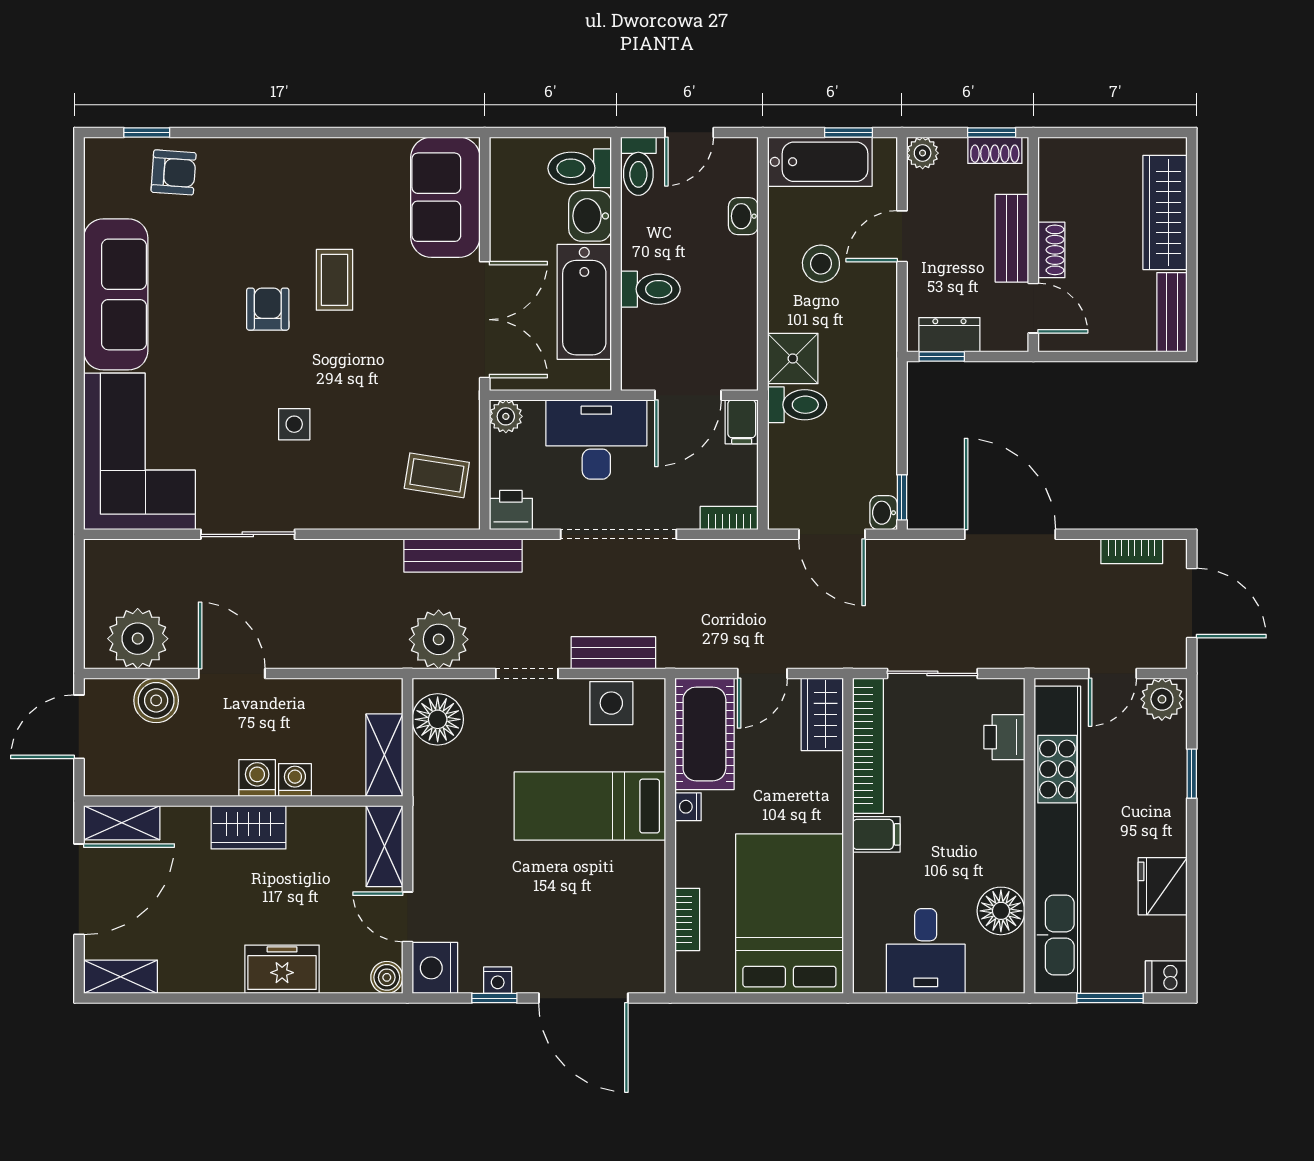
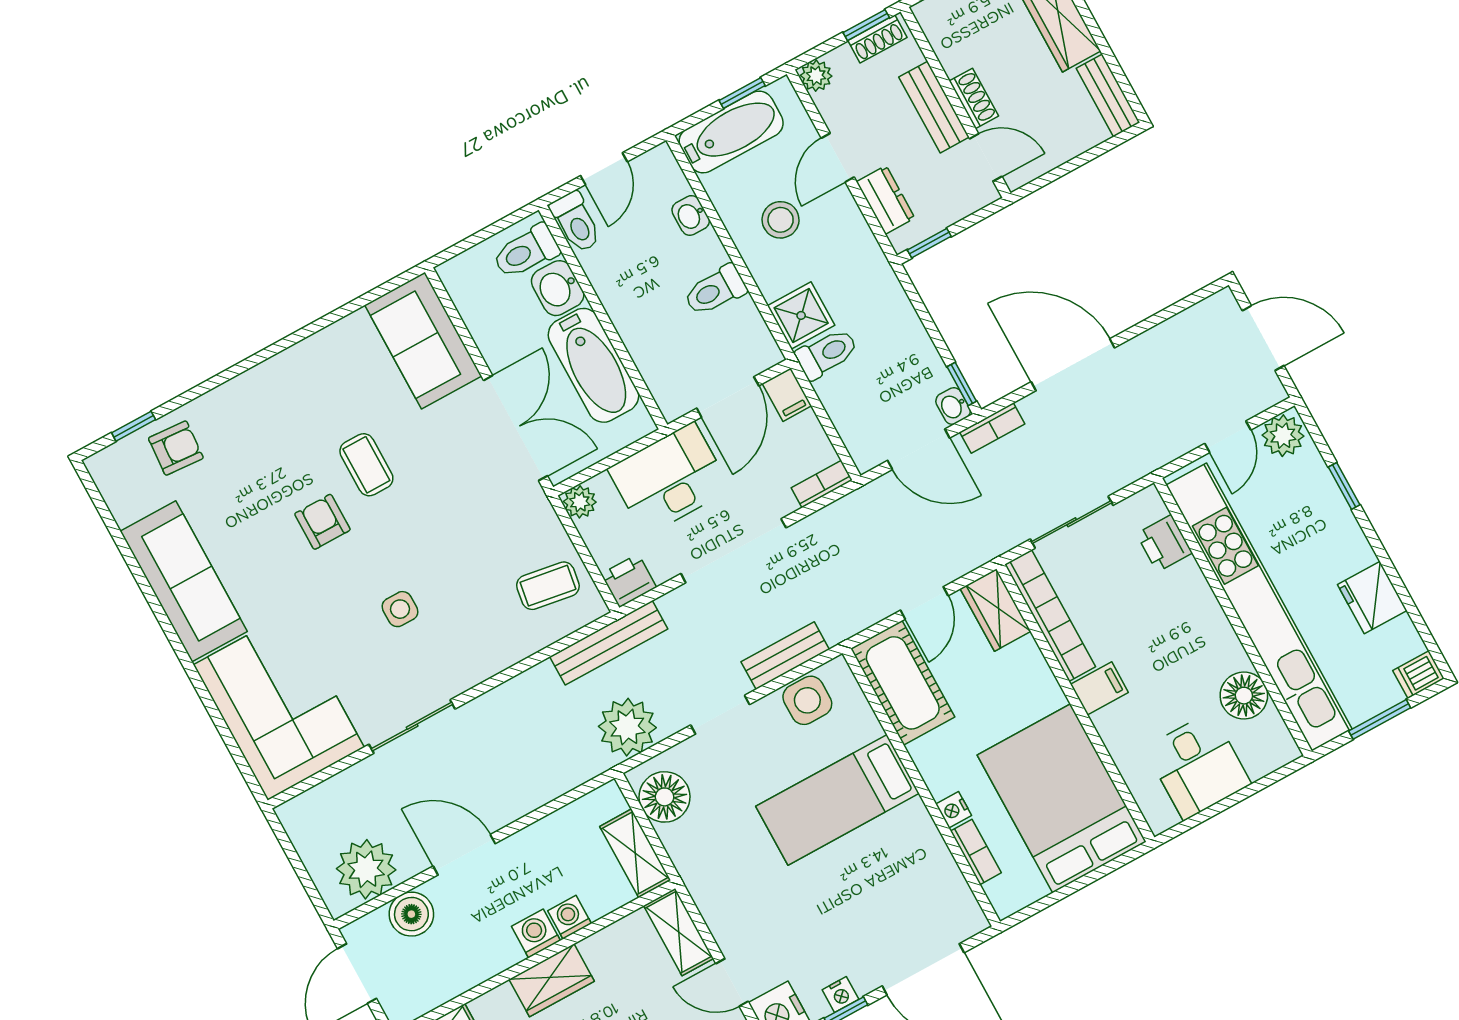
toilet: (650, 289) -> (715, 290), moved, turned 180
dresser: (949, 335) -> (886, 200), moved, turned 90
bookcase: (1132, 551) -> (992, 428), moved
nightstand: (688, 807) -> (954, 810), moved

